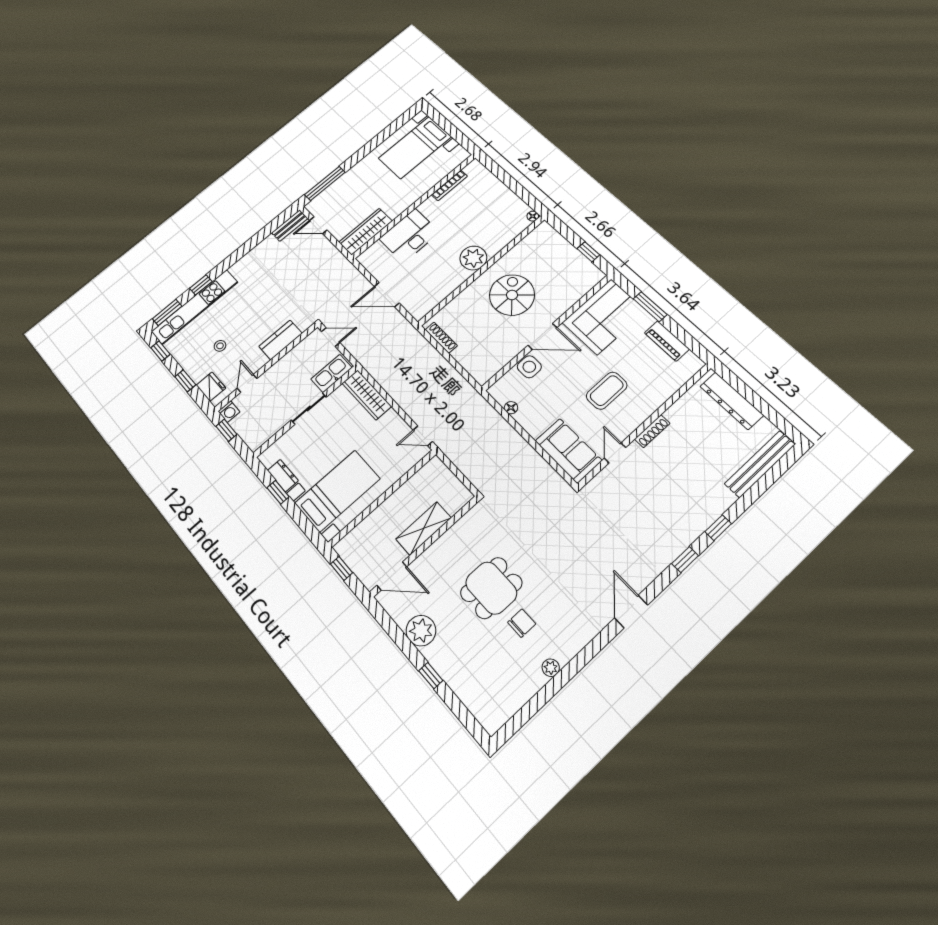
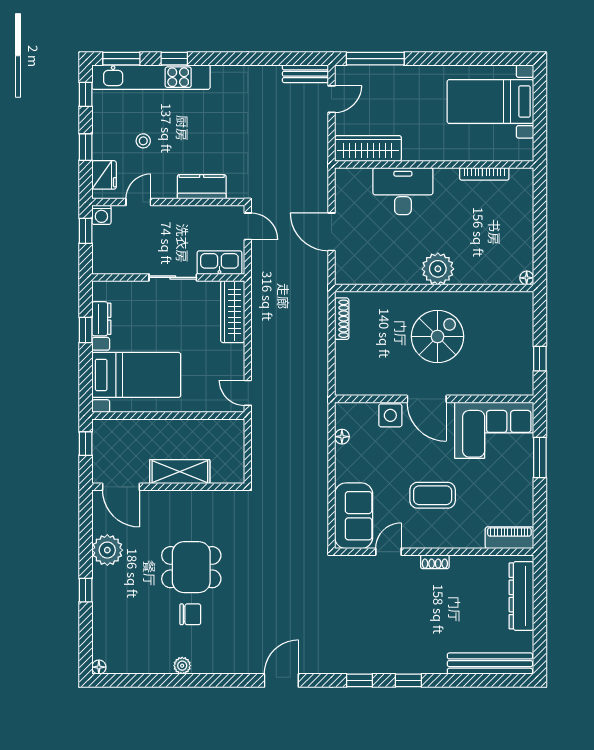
door: (318, 225) -> (332, 99), swing flipped
piano: (667, 341) -> (509, 538), moved, turned 90
shoe rack: (652, 431) -> (435, 562), width x0.70
floor lamp: (491, 727) -> (99, 667), added

